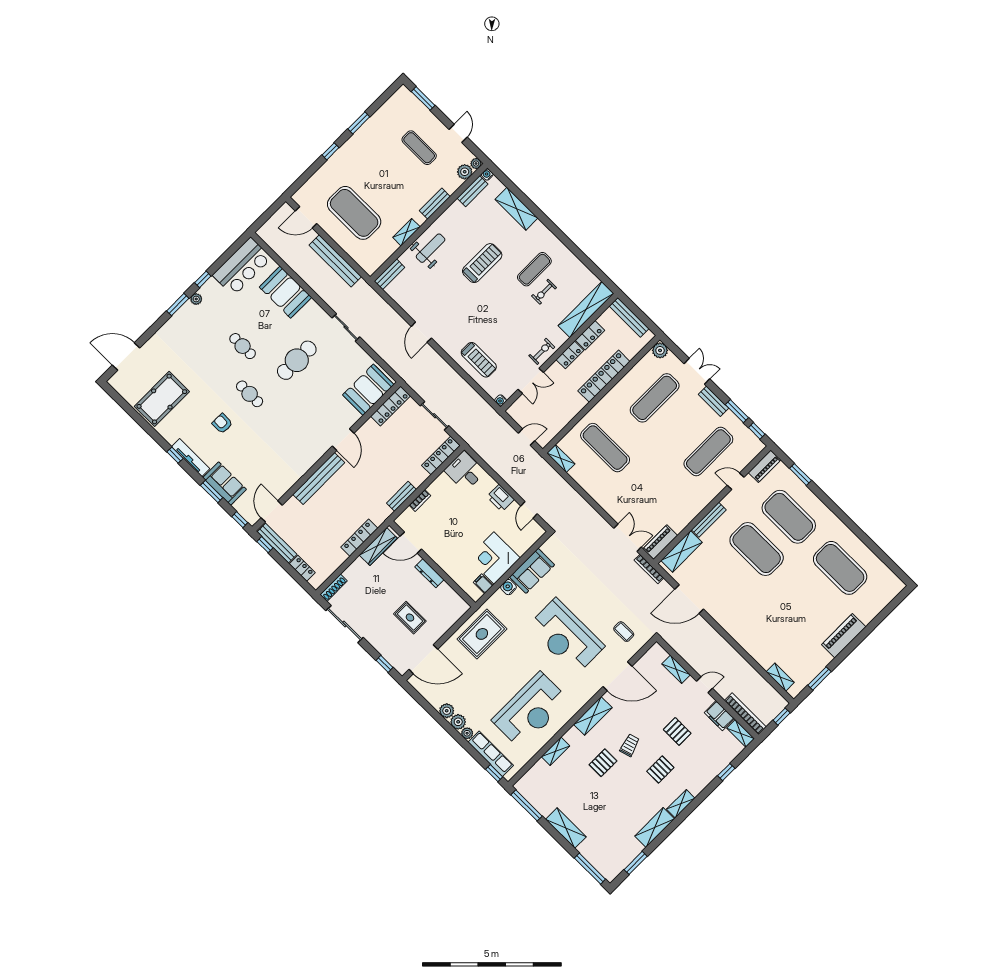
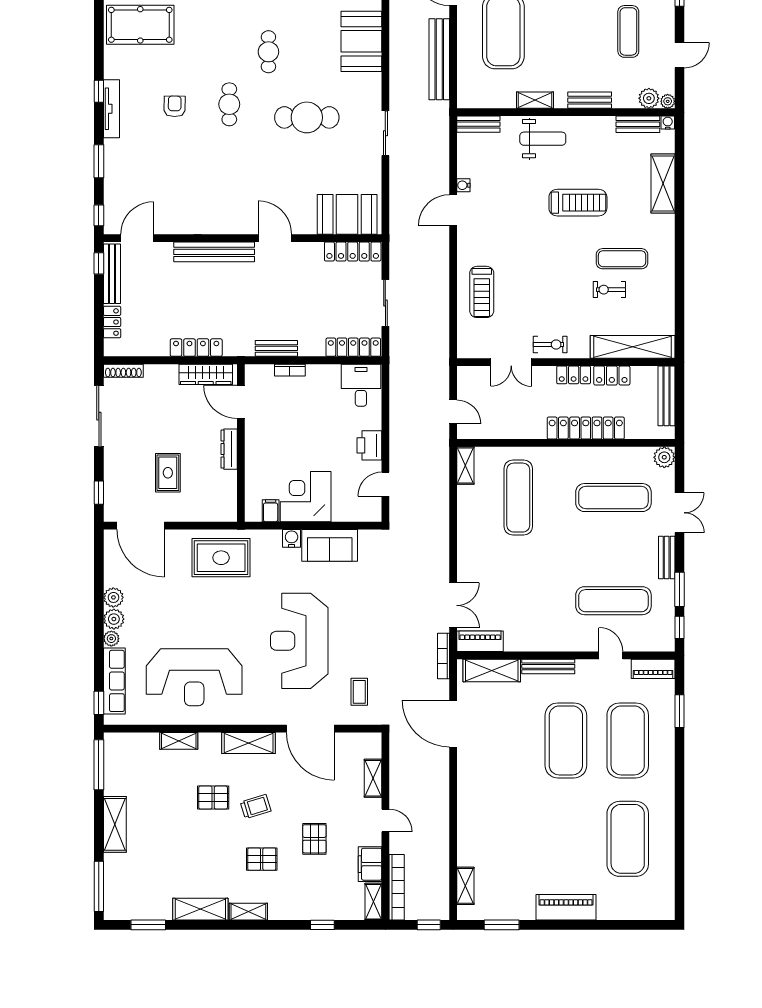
water cooler: (501, 400) -> (463, 185), moved
door: (343, 440) -> (275, 238), swing flipped
sofa: (225, 484) -> (119, 166), removed

